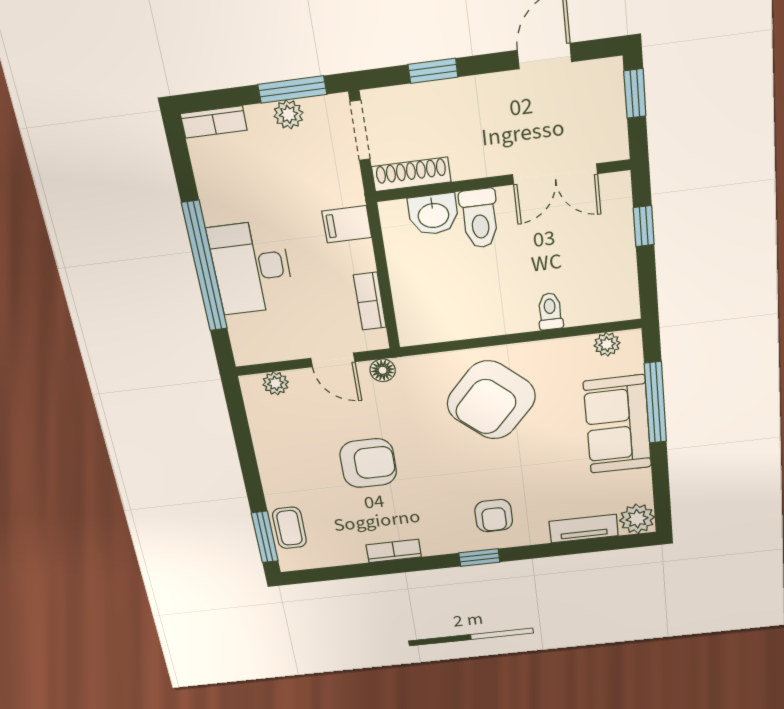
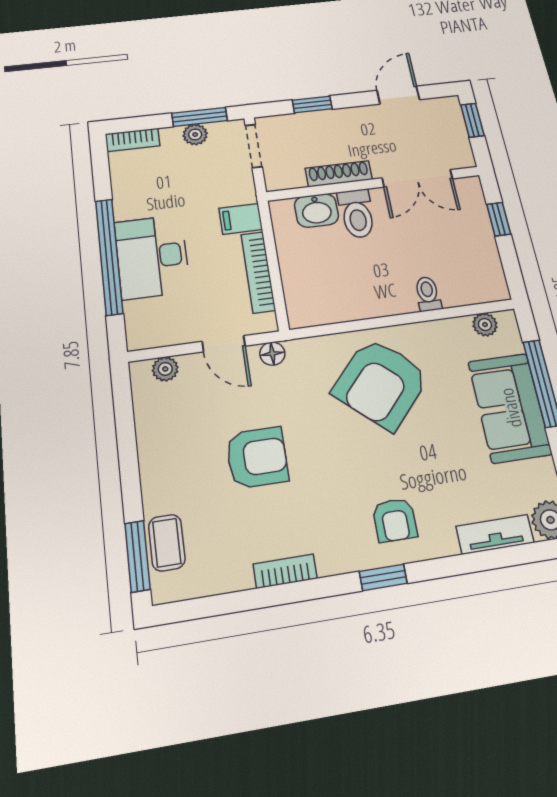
shoe rack: (411, 174) -> (339, 174), moved
bookcase: (370, 301) -> (258, 272), width x1.56

